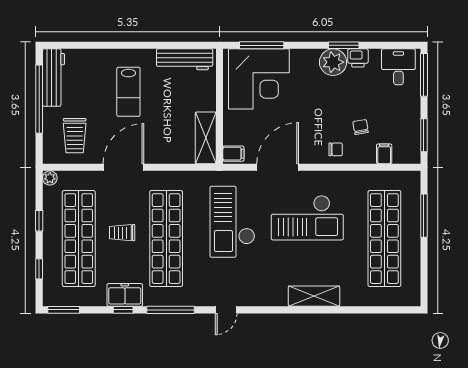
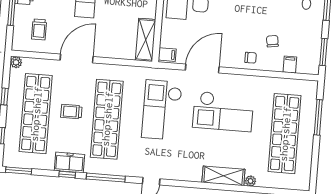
trolley: (75, 136) -> (39, 29), width x0.73, depth x0.72
plant: (348, 300) -> (250, 181), added

